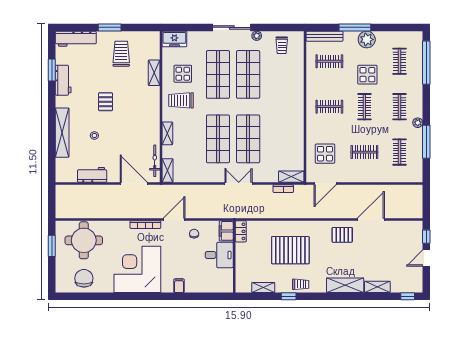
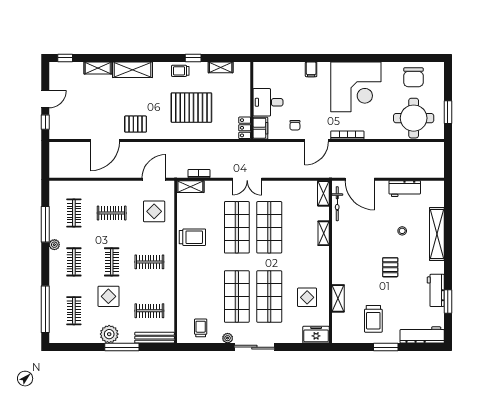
trolley: (181, 100) -> (192, 237), moved

